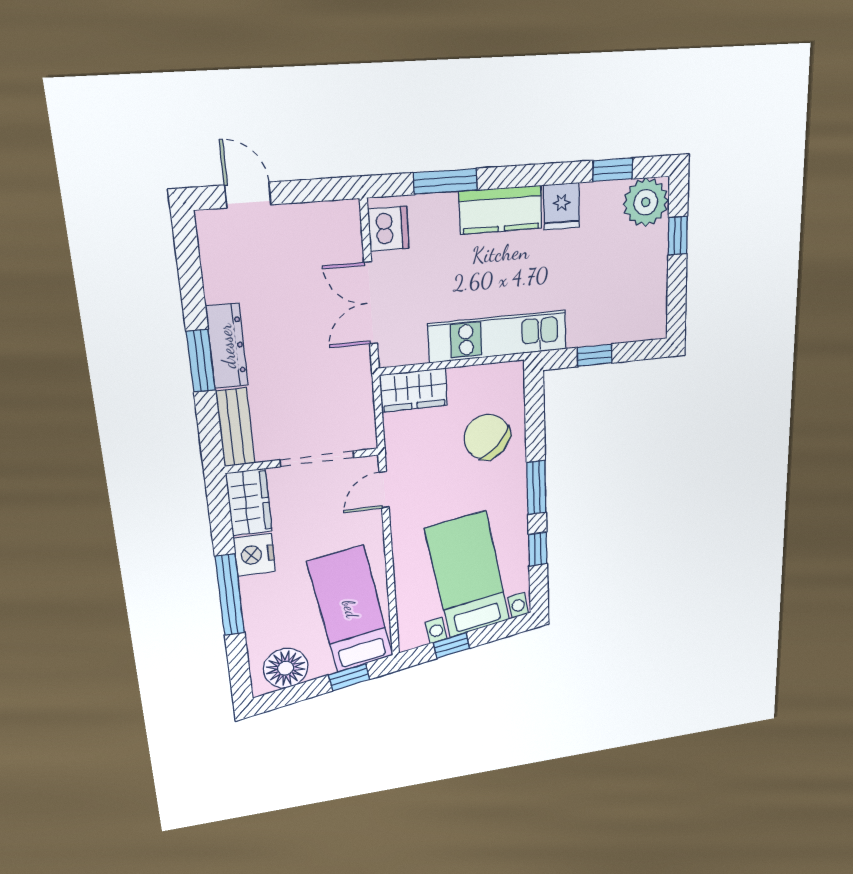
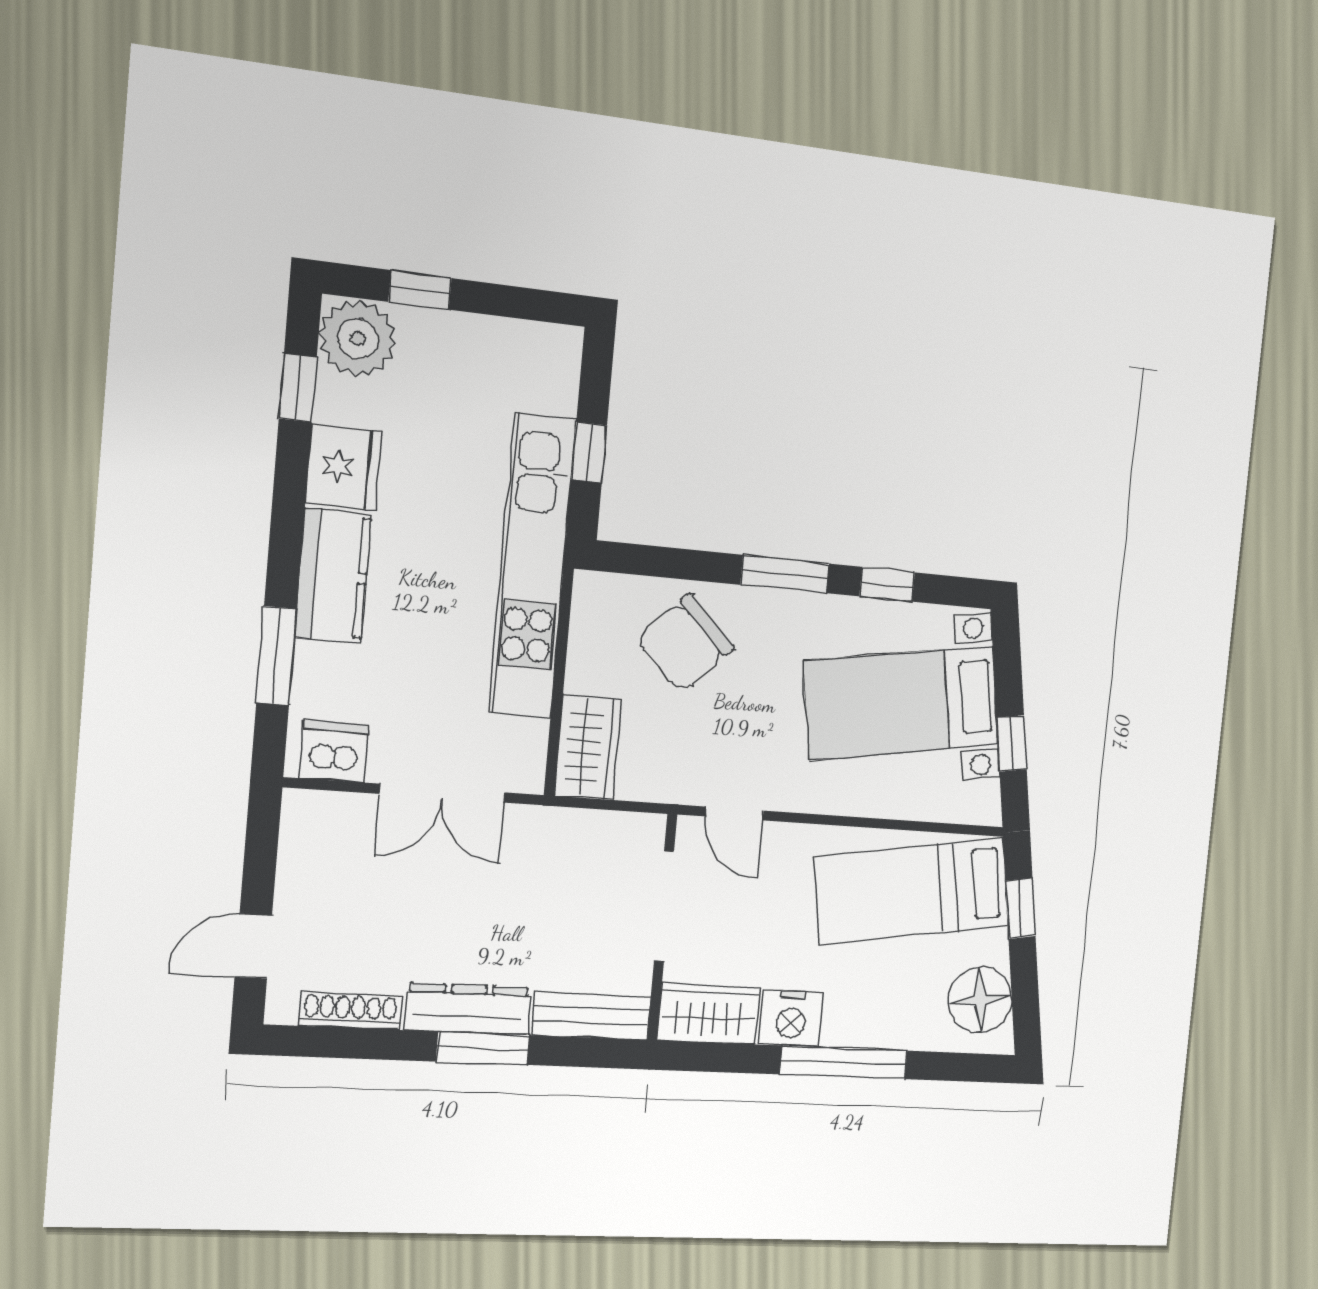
fridge: (562, 206) -> (343, 467), width x1.38
shoe rack: (213, 268) -> (350, 1011), added
kitchen unit: (498, 337) -> (533, 566), width x1.36

